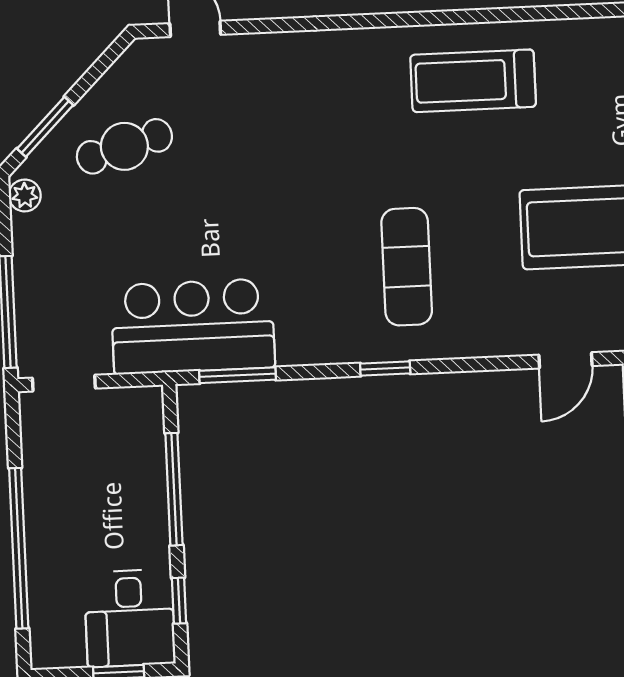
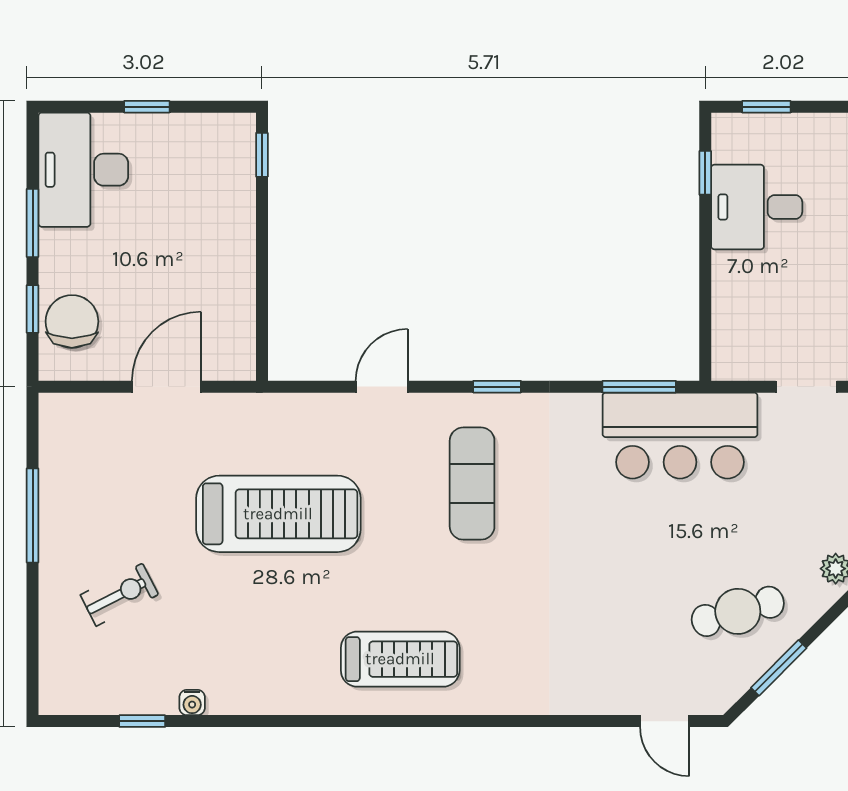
window: (45, 127) -> (779, 668), moved
door: (565, 360) -> (382, 387), moved
window: (174, 489) -> (705, 280), removed
desk: (130, 618) -> (757, 207), moved, turned -90

